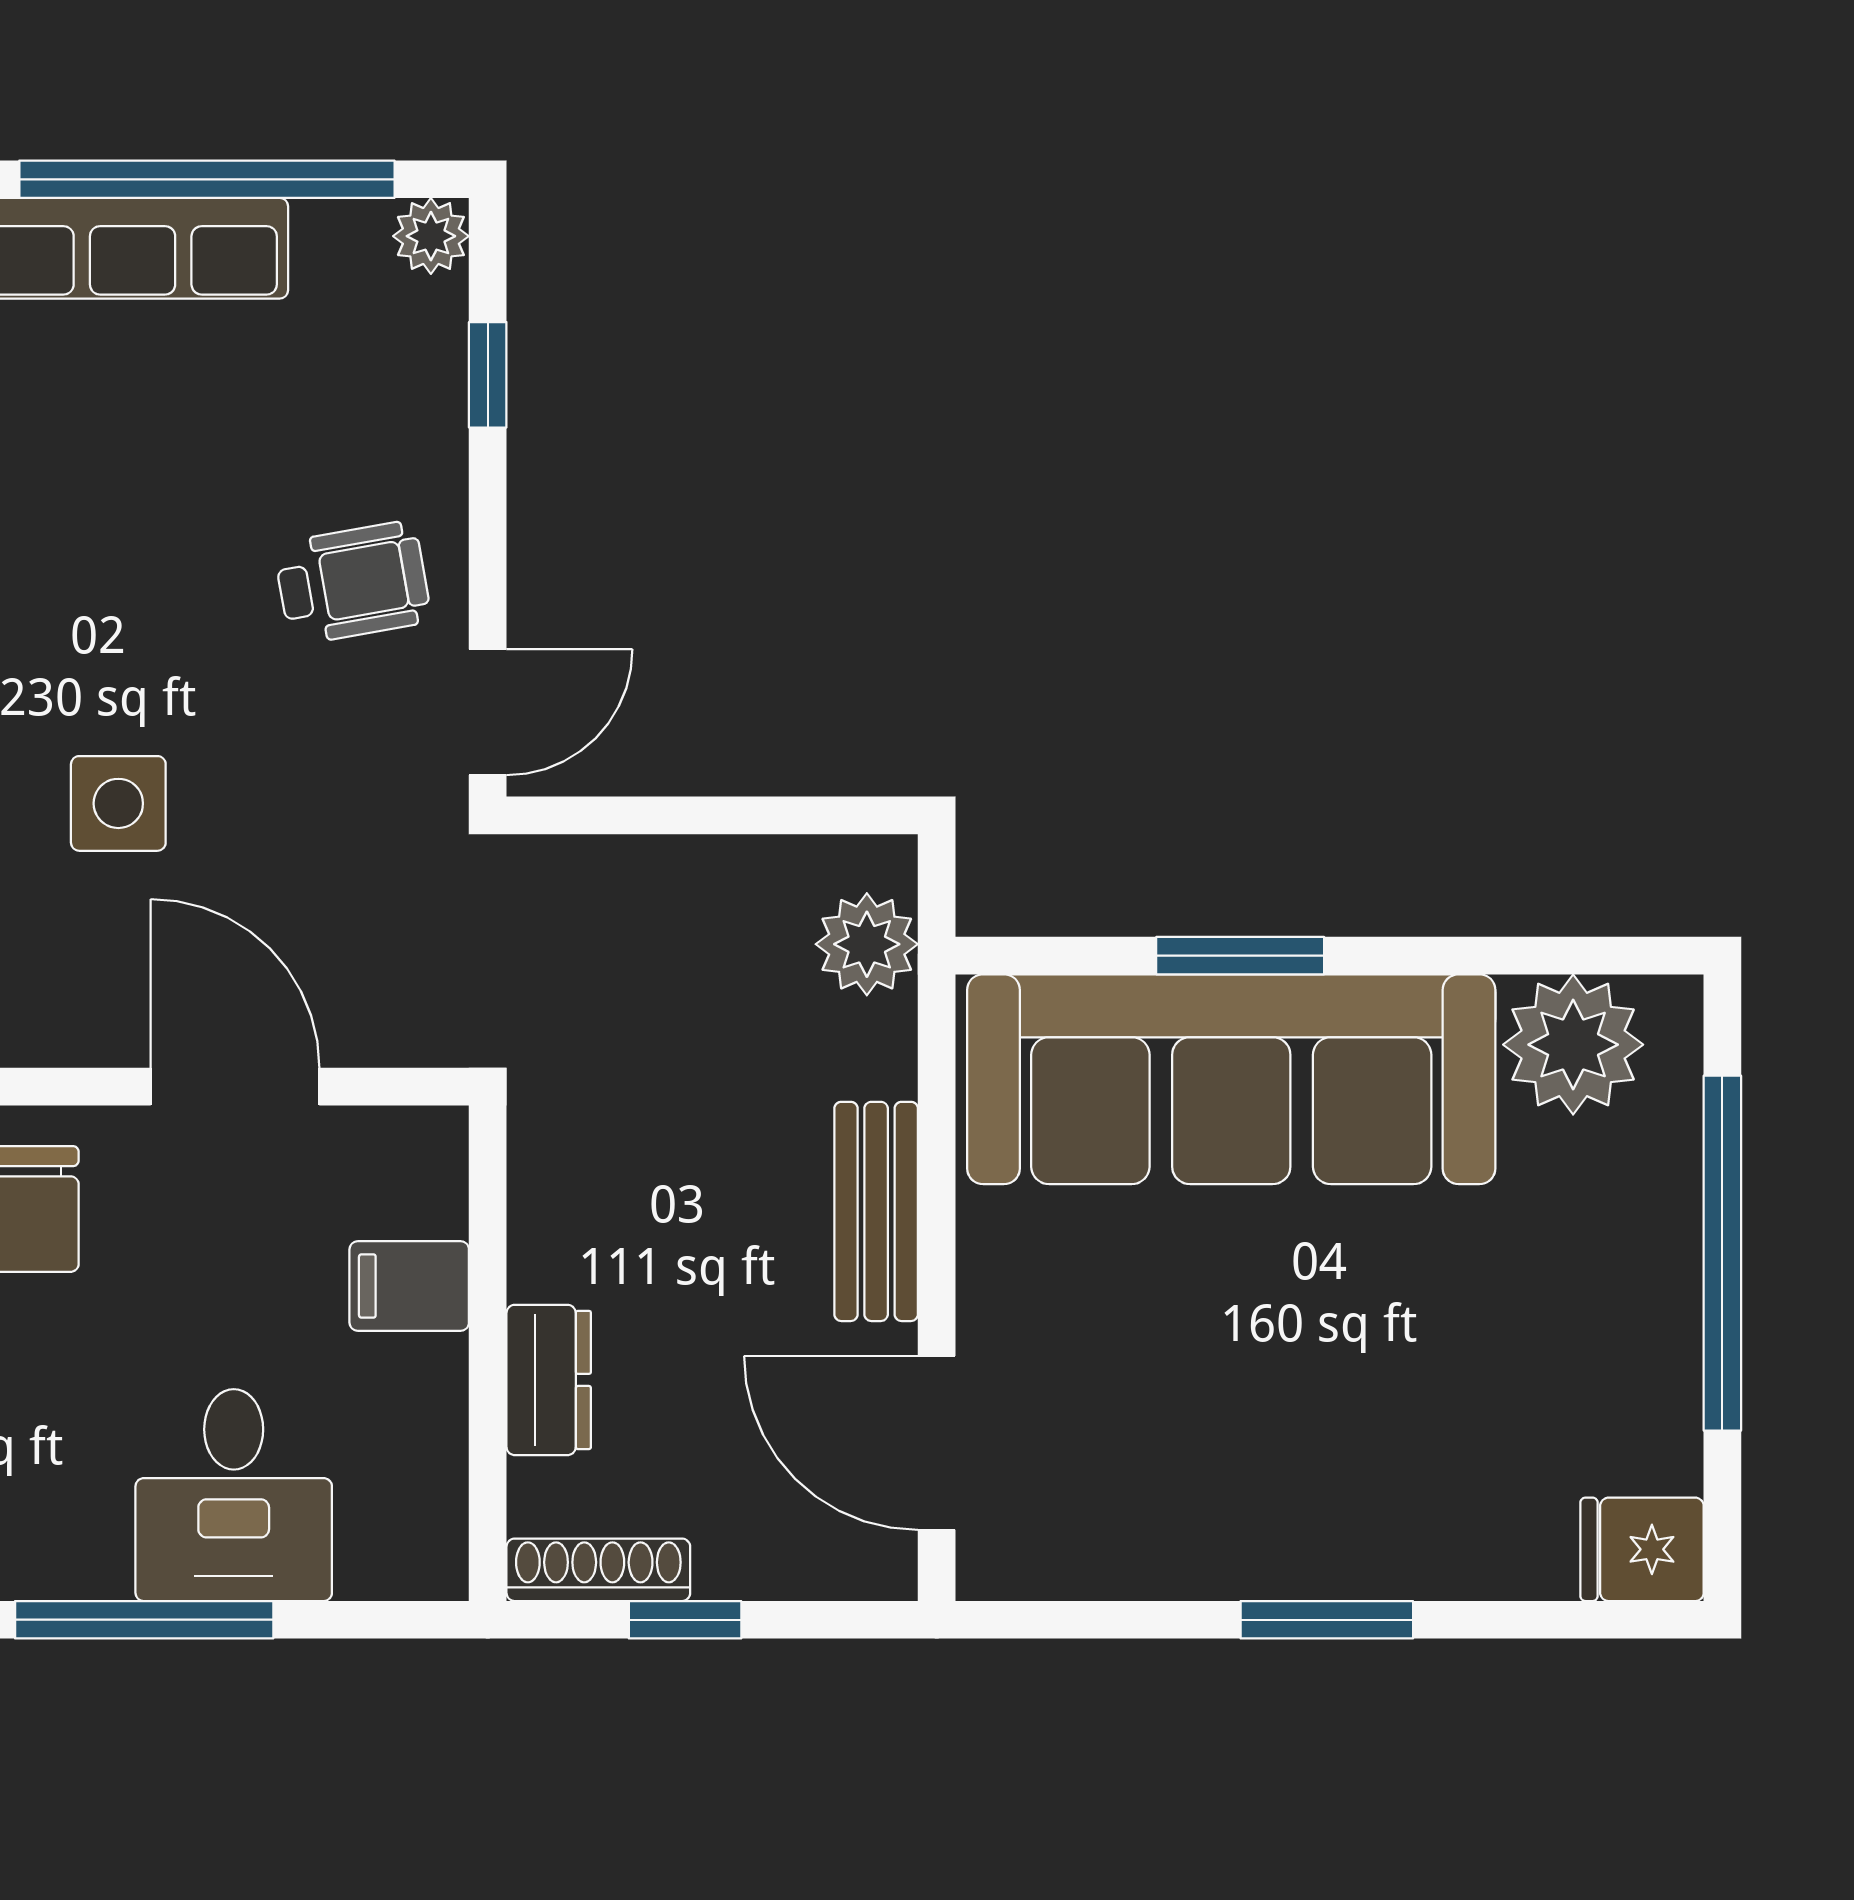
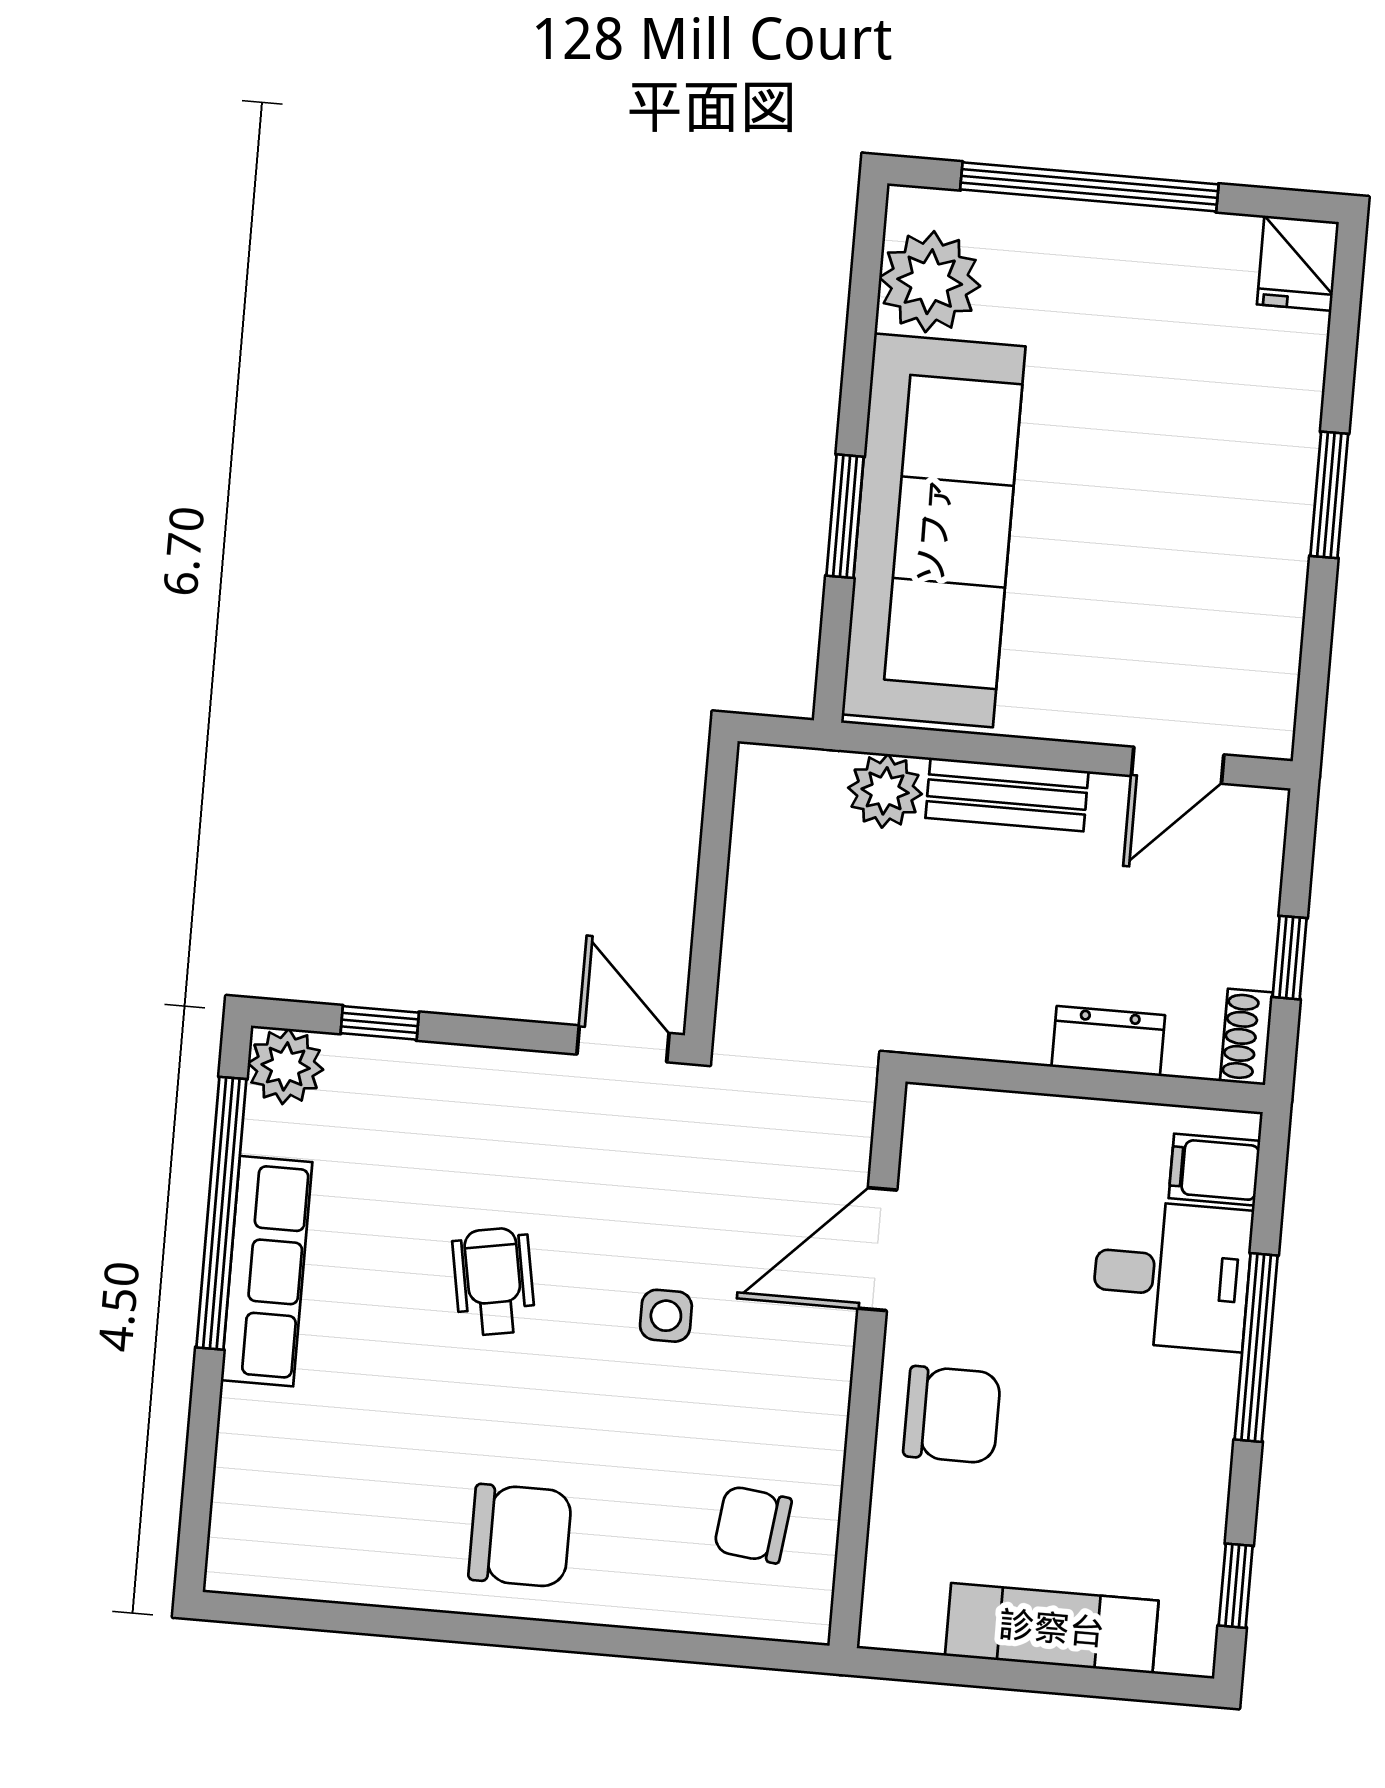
plant: (431, 236) -> (286, 1066), width x1.38, depth x1.38
wheelchair: (353, 583) -> (494, 1282), moved
side table: (118, 803) -> (666, 1316), width x0.73, depth x0.73
plant: (867, 944) -> (885, 791), moved
filing cabinet: (409, 1286) -> (1214, 1170), moved, turned 90
door: (937, 1443) -> (1178, 765), width x0.73
shoe rack: (598, 1570) -> (1246, 1037), width x0.70

